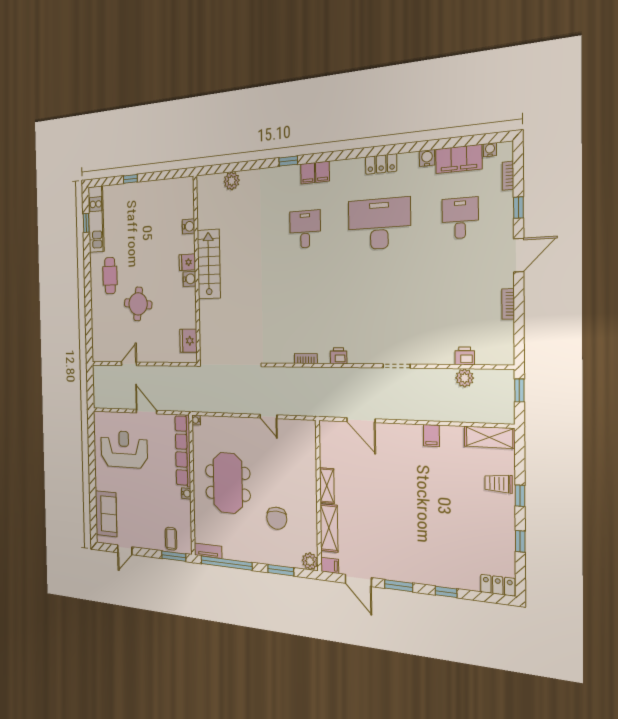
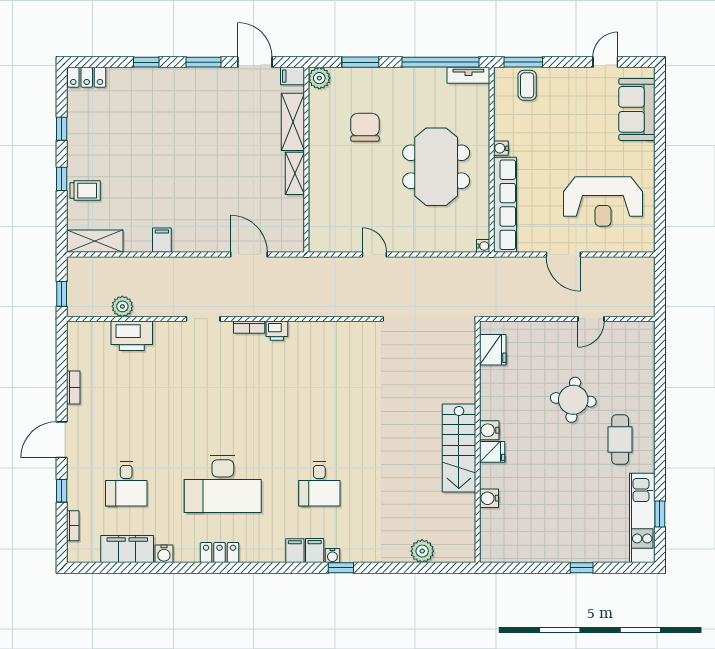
water cooler: (490, 150) -> (332, 556), moved
printer: (465, 356) -> (132, 336), width x1.87, depth x1.48
bookcase: (306, 359) -> (249, 327), moved

